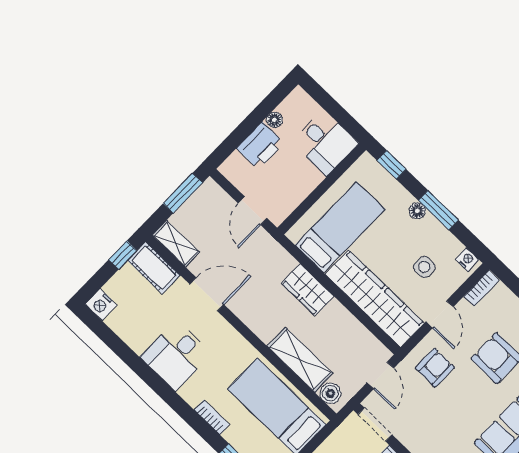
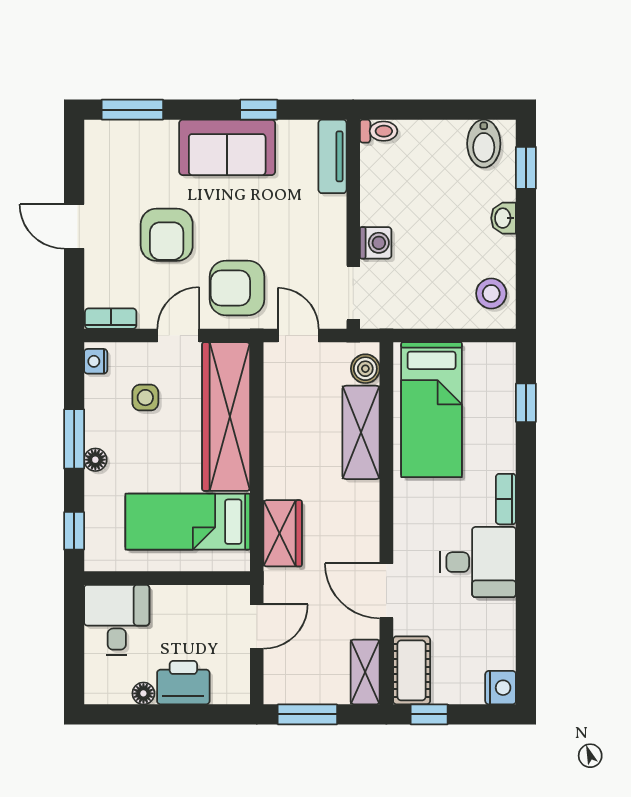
wardrobe: (307, 289) -> (283, 533), moved
armchair: (435, 368) -> (237, 288), width x1.38, depth x1.38
door: (380, 375) -> (298, 336), hinge flipped
bookcase: (212, 417) -> (506, 499), moved

